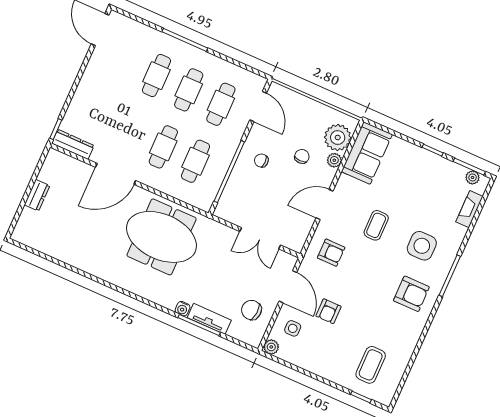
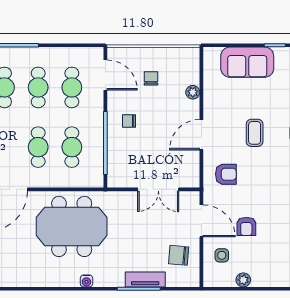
plant: (338, 138) -> (187, 71), removed
sofa: (367, 153) -> (247, 62), moved, turned 90
chair: (302, 156) -> (151, 78), moved
water cooler: (183, 309) -> (86, 281), moved
plant: (271, 347) -> (243, 280), moved

